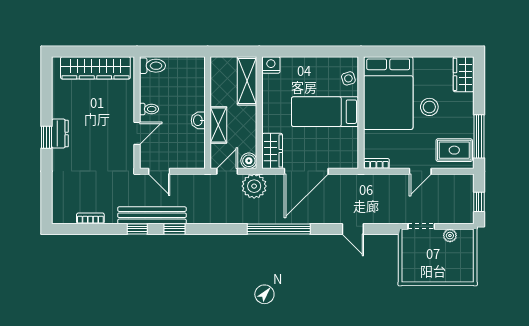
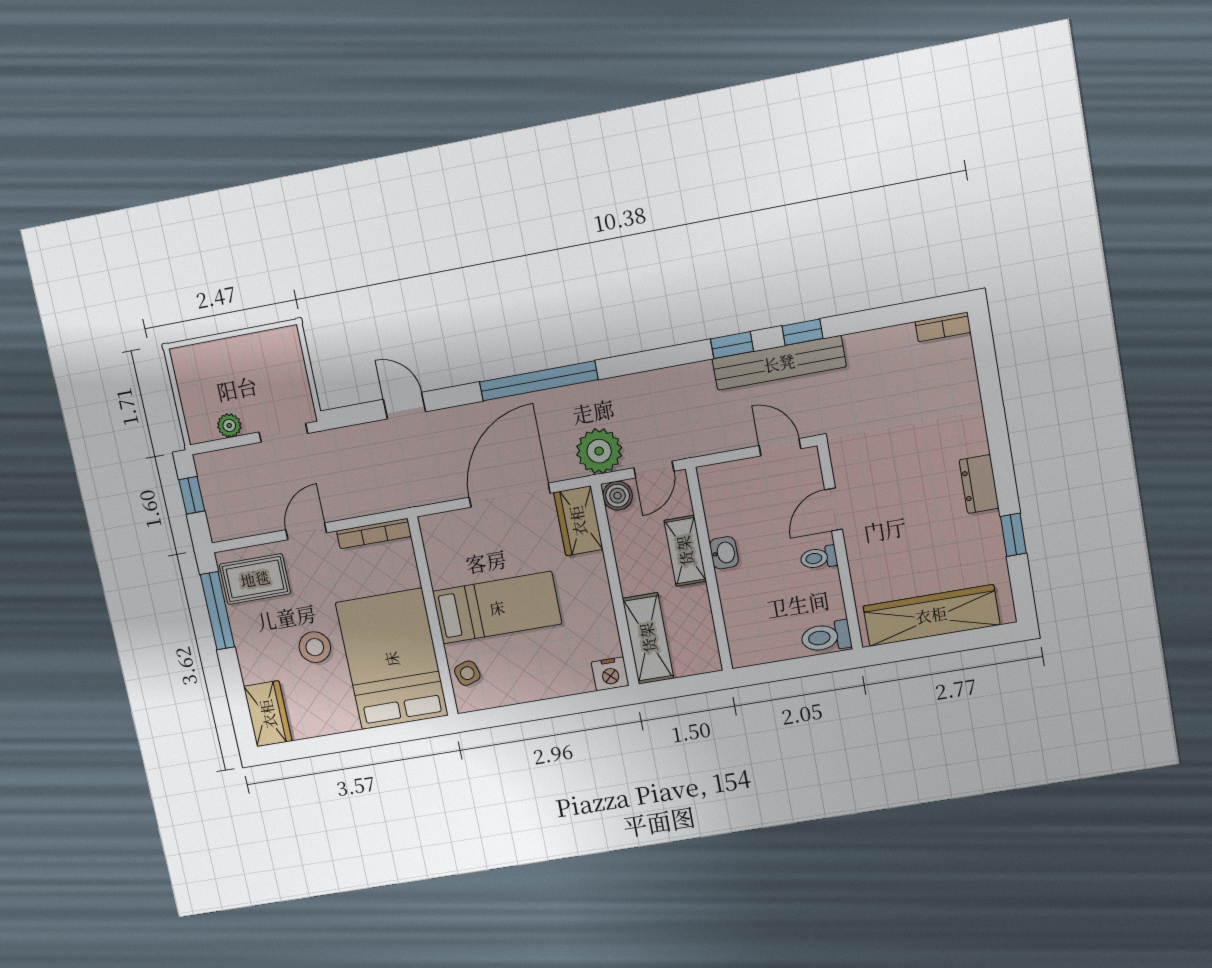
window: (47, 137) -> (1013, 535), moved
bookcase: (376, 163) -> (374, 534), width x1.56
bookcase: (90, 218) -> (943, 327), moved

